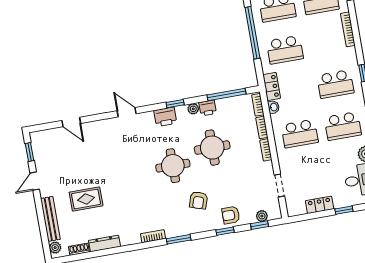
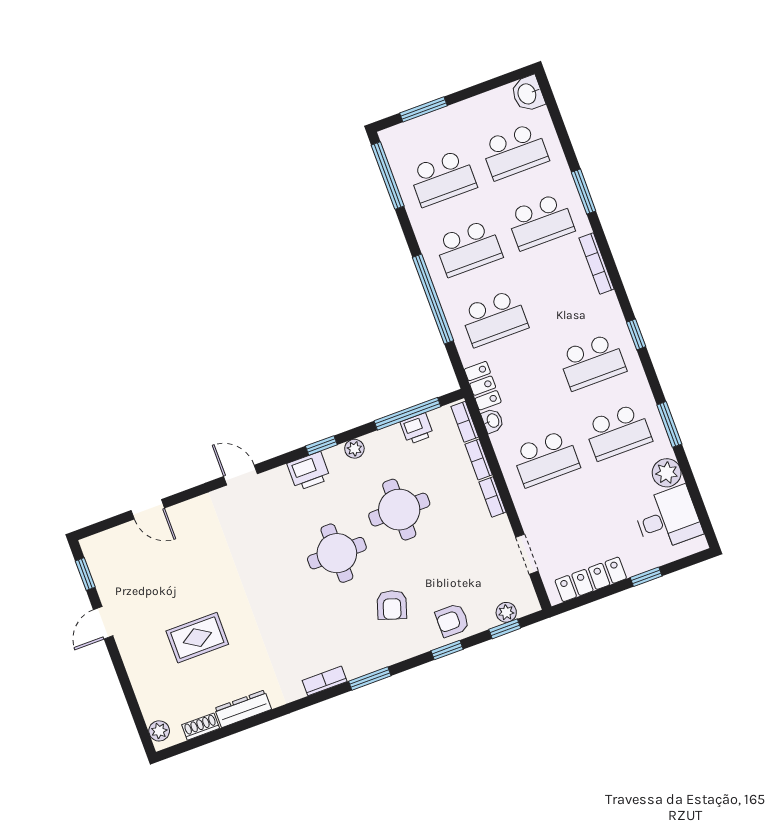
printer: (208, 108) -> (417, 429), moved
locker: (320, 205) -> (591, 579), width x1.53
bench: (50, 219) -> (142, 683), removed

